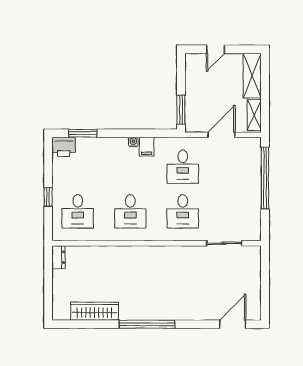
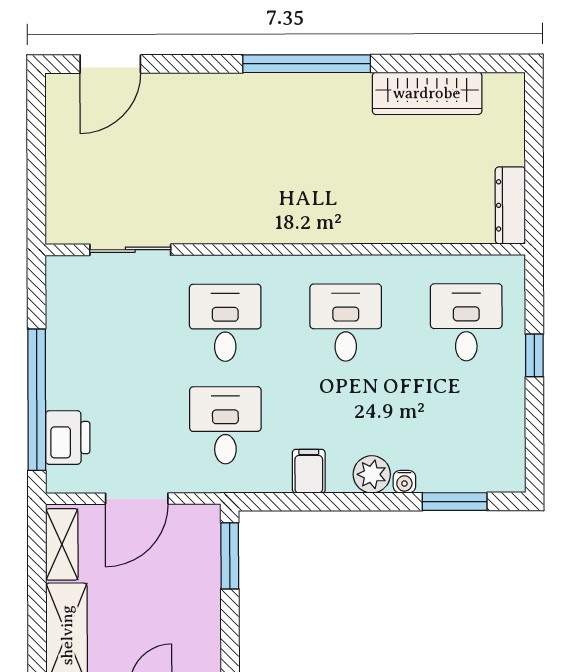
water cooler: (133, 142) -> (404, 482), moved
plant: (119, 145) -> (372, 474), added
printer: (64, 147) -> (68, 438), moved, turned 90
dresser: (58, 257) -> (510, 205), width x1.44

